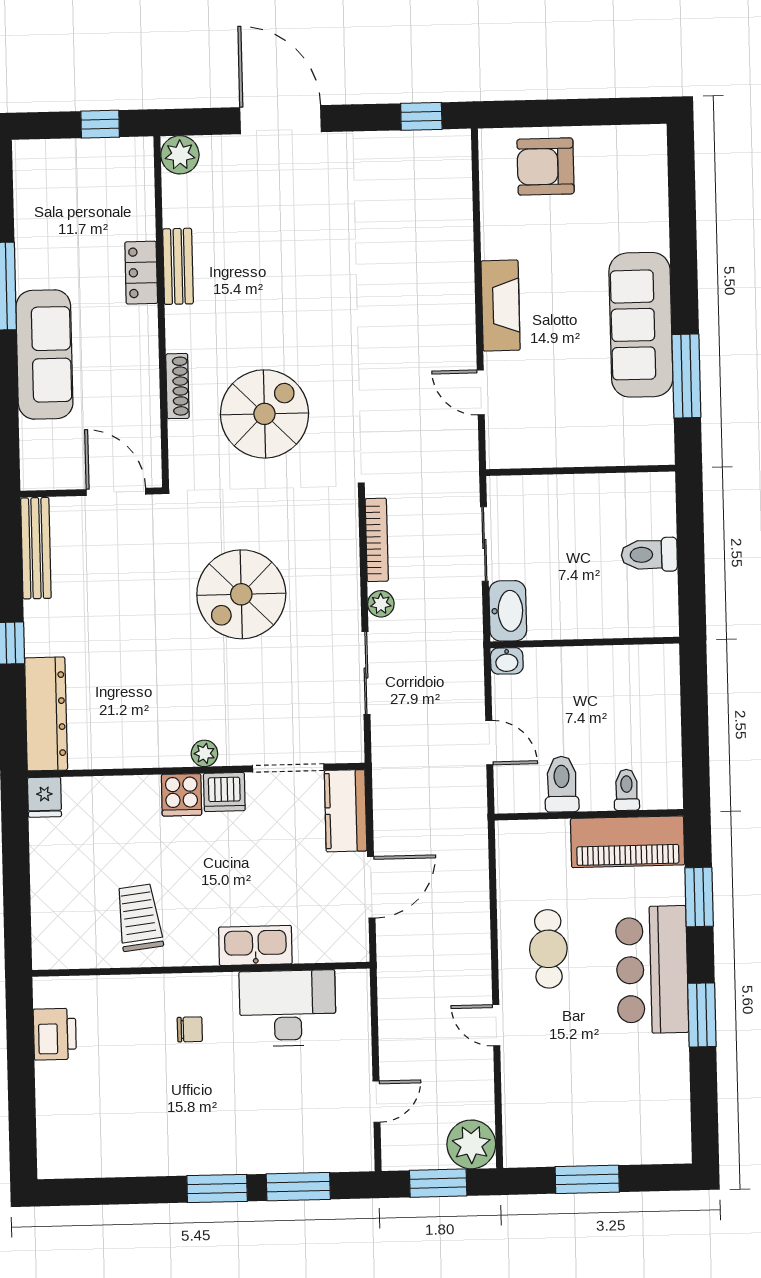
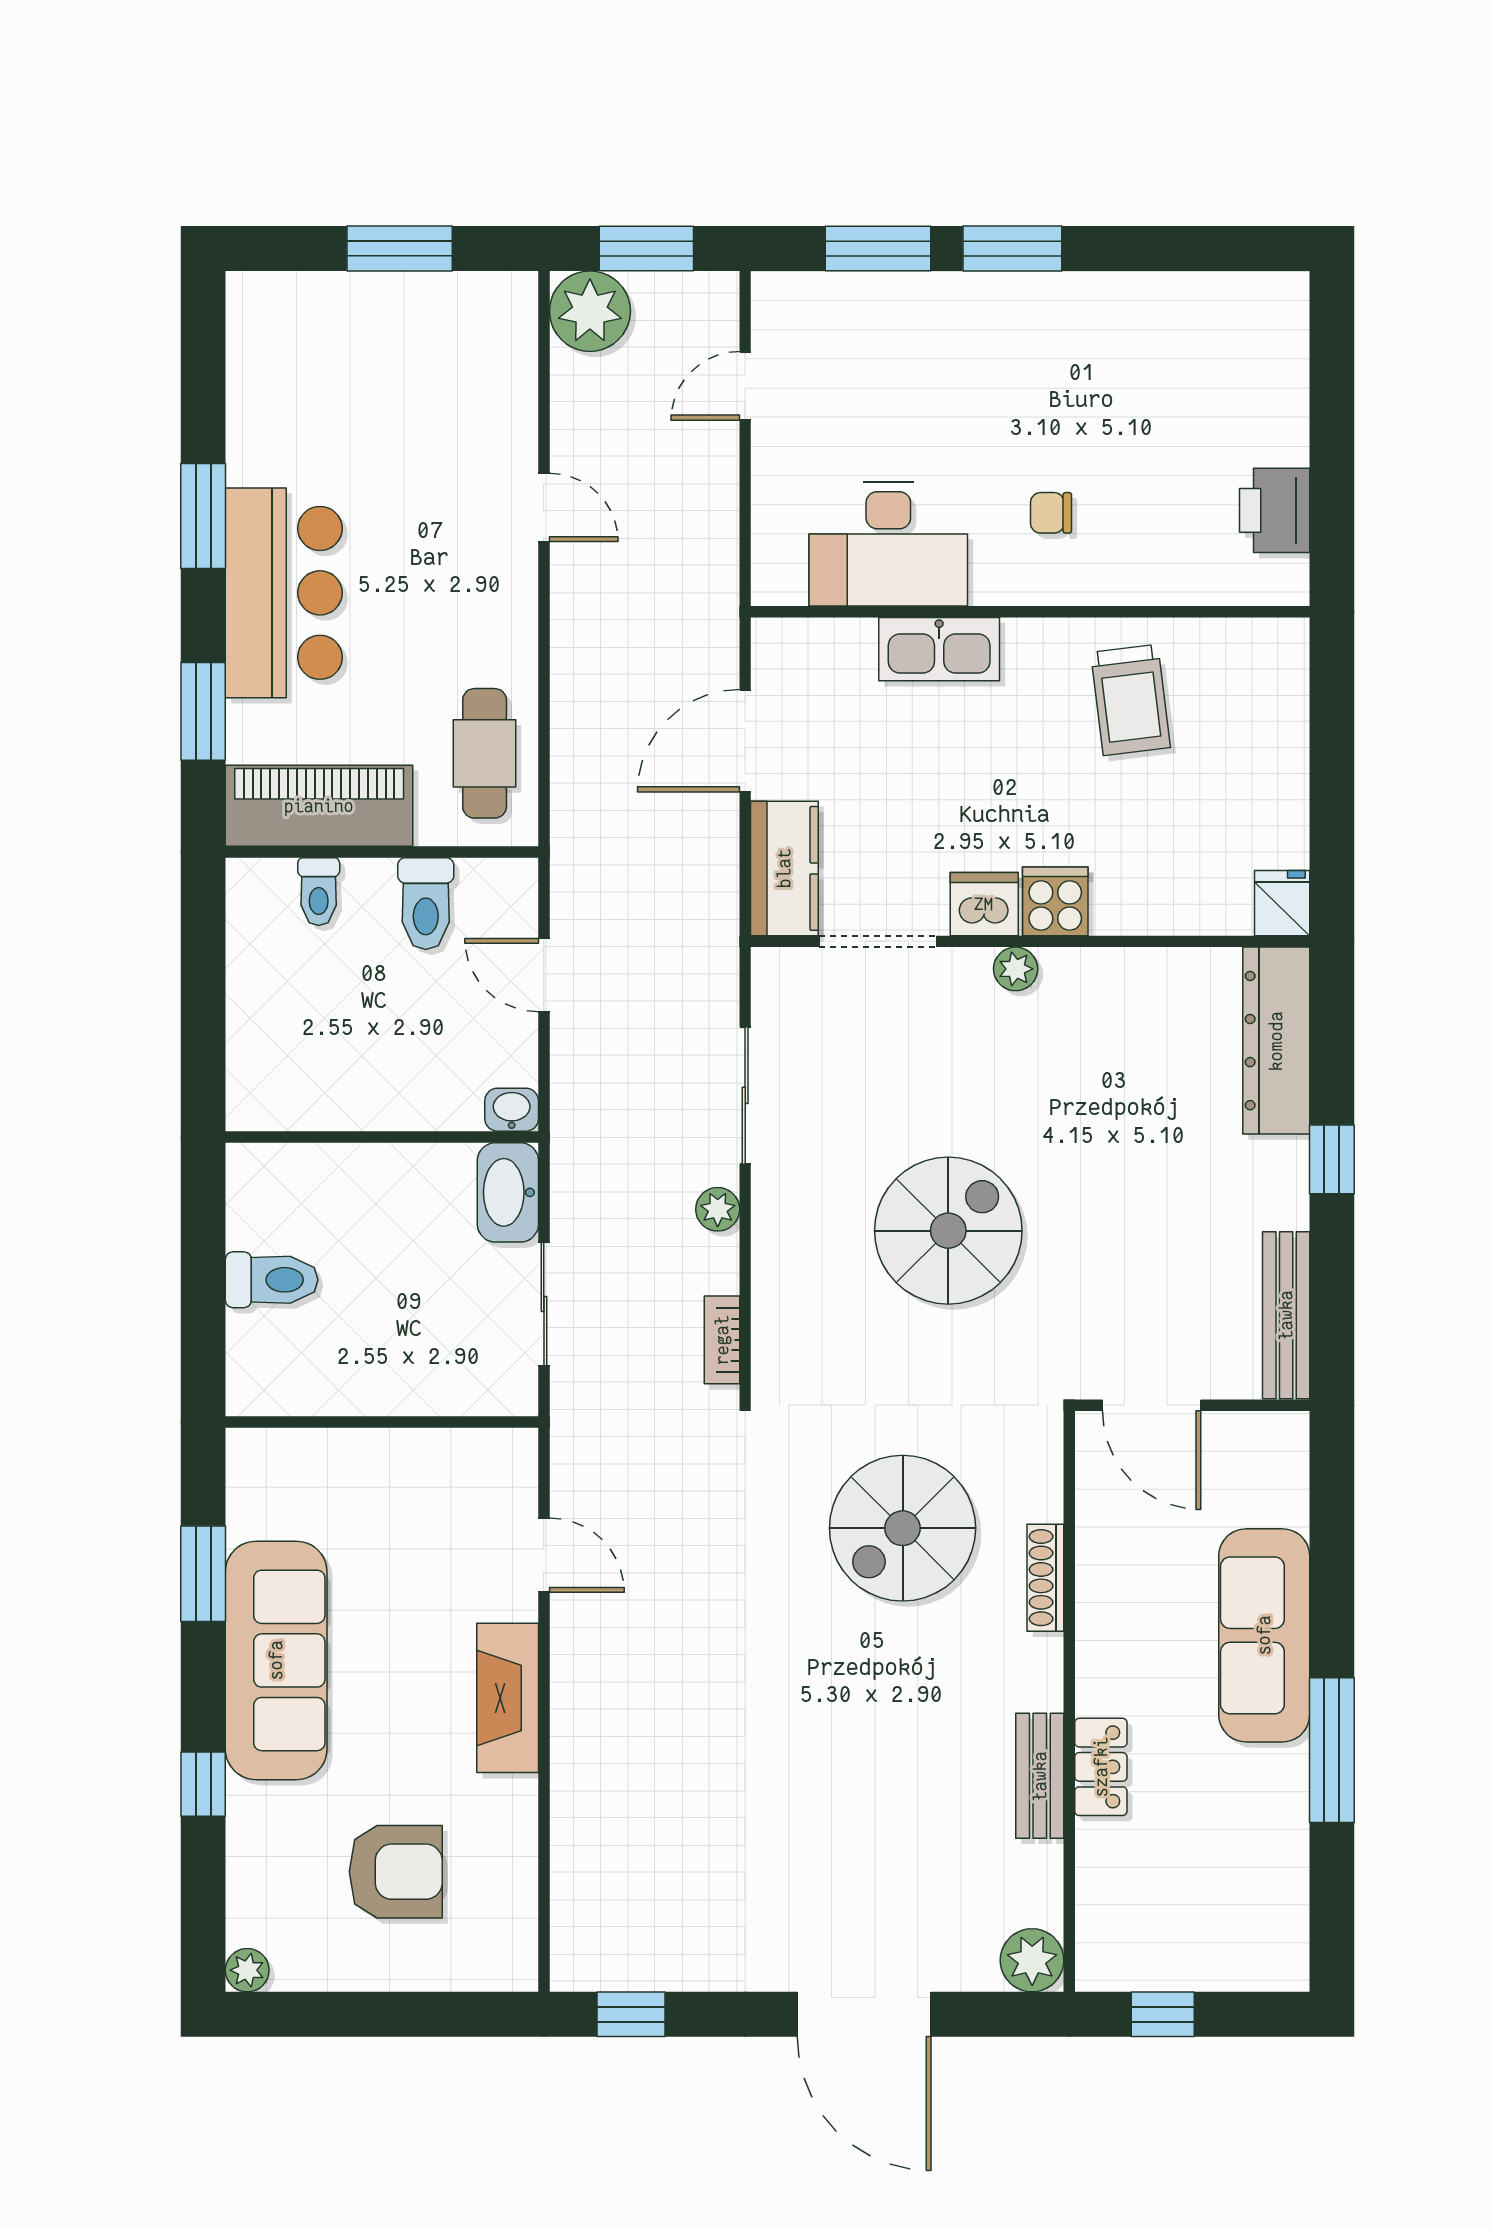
plant: (654, 137) -> (247, 1970), added
armchair: (546, 167) -> (396, 1872), moved
window: (683, 249) -> (203, 1784), added
window: (686, 376) -> (203, 1574), width x0.69
bookcase: (377, 540) -> (722, 1340), width x0.64
cafe table: (548, 949) -> (485, 753), moved

